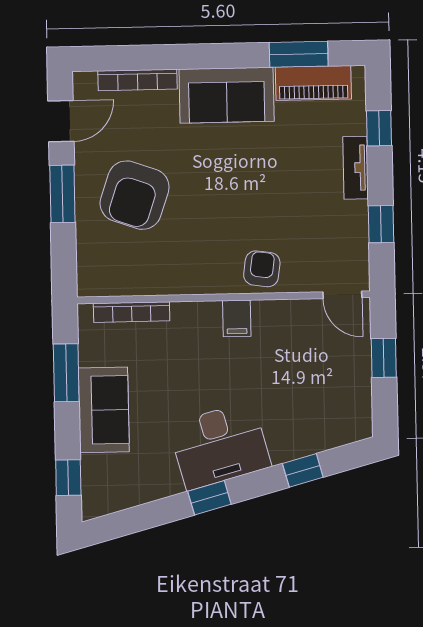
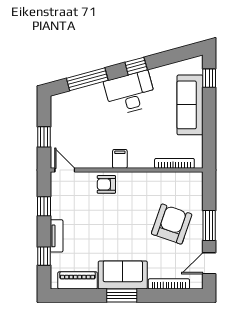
window: (299, 54) -> (122, 295), moved
armchair: (262, 269) -> (106, 184), turned 82
window: (66, 373) -> (209, 133), removed
sofa: (104, 410) -> (190, 105), width x1.36
window: (303, 470) -> (87, 79), width x2.17

